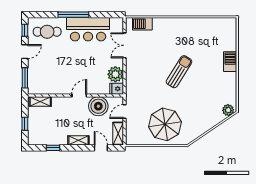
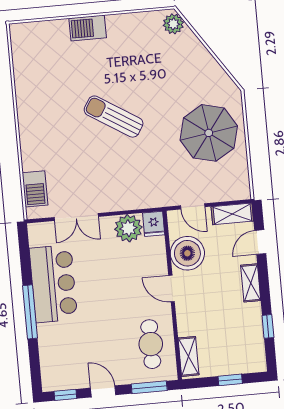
cafe table: (47, 32) -> (151, 344), moved

